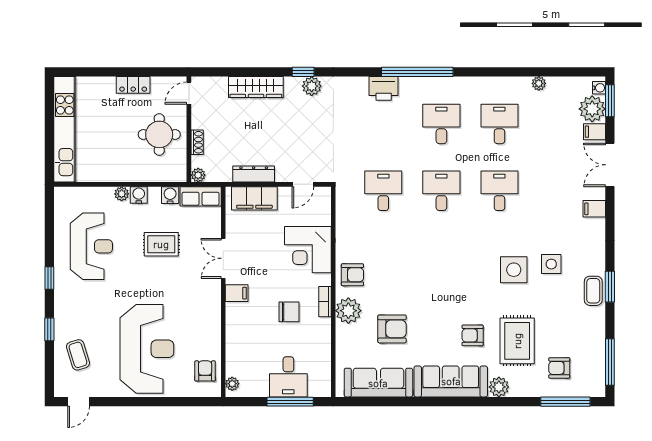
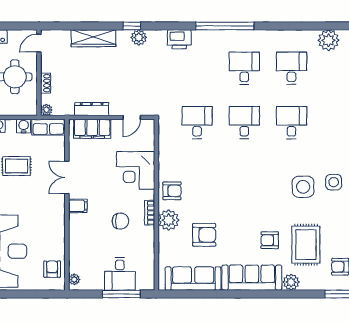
plant: (539, 83) -> (328, 40), width x1.87, depth x1.87
printer: (384, 88) -> (179, 39), moved

